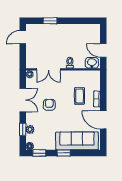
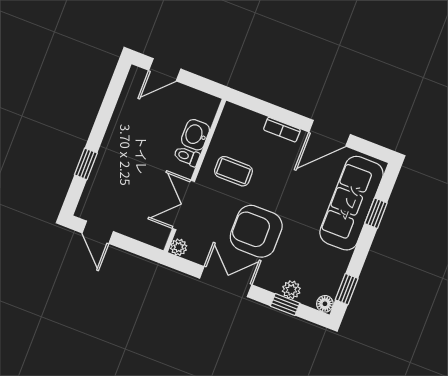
door: (103, 51) -> (165, 70), moved
washbasin: (92, 63) -> (195, 135), moved
double door: (49, 69) -> (183, 205), swing flipped
coffee table: (79, 96) -> (233, 171), moved
armchair: (49, 105) -> (256, 231), width x1.88, depth x1.88
window: (64, 153) -> (376, 213), moved

